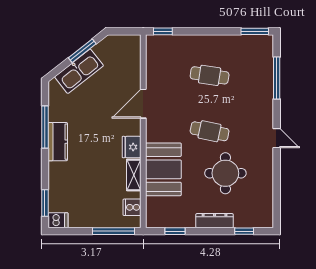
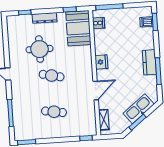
booth: (163, 169) -> (78, 28), moved
shelving: (134, 175) -> (104, 120), moved
dishwasher: (58, 220) -> (146, 22), moved

